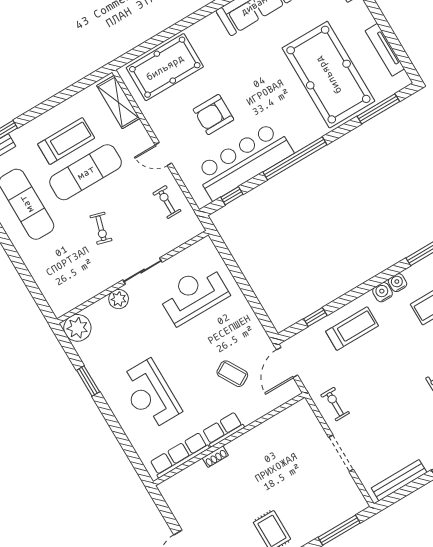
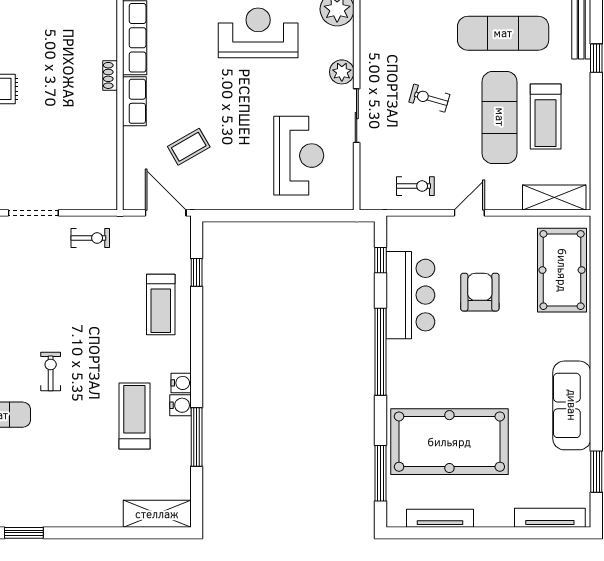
bar counter: (244, 161) -> (410, 295), width x0.73
water cooler: (382, 292) -> (180, 405), moved
reception desk: (150, 394) -> (258, 33), moved

